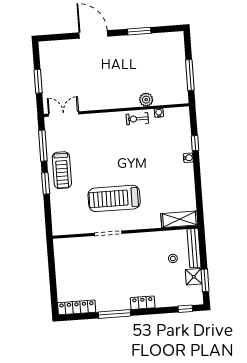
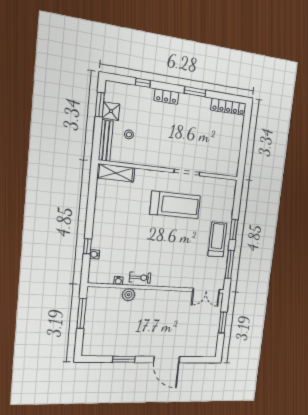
water cooler: (188, 158) -> (95, 254), moved
window: (185, 309) -> (143, 83), moved
window: (115, 314) -> (195, 92), width x0.69

